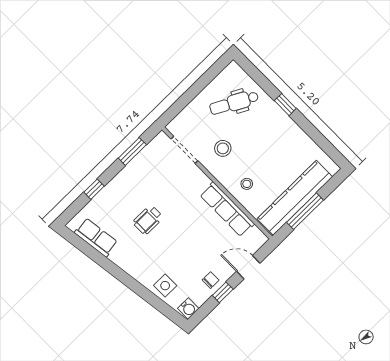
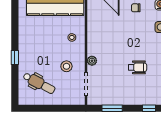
plant: (202, 180) -> (92, 61), added
row of seats: (227, 209) -> (94, 34), removed

